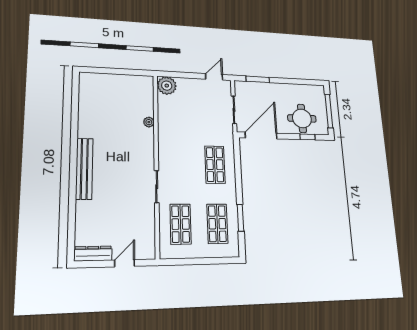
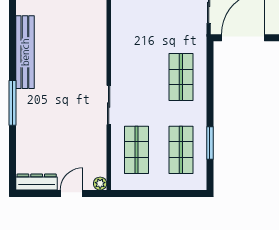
plant: (149, 122) -> (100, 184), moved
bench: (84, 169) -> (25, 52), moved
window: (73, 184) -> (13, 103), added

